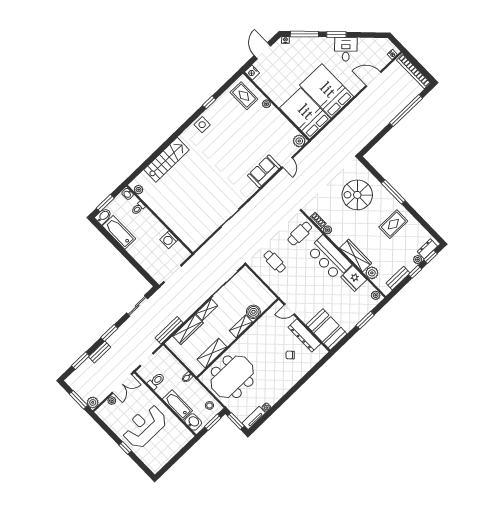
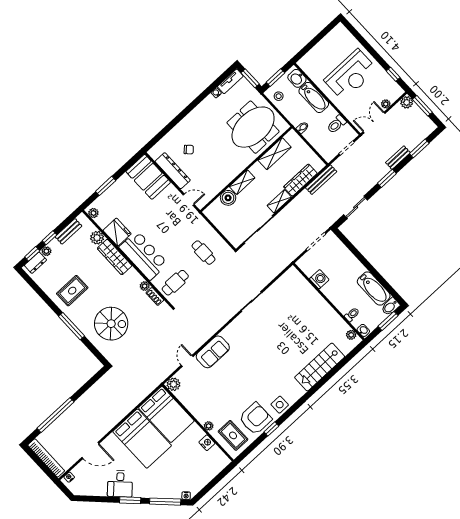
door: (262, 51) -> (212, 484), removed
nightstand: (252, 72) -> (207, 443), moved
armchair: (224, 111) -> (255, 419), added
window: (125, 448) -> (393, 74), moved

